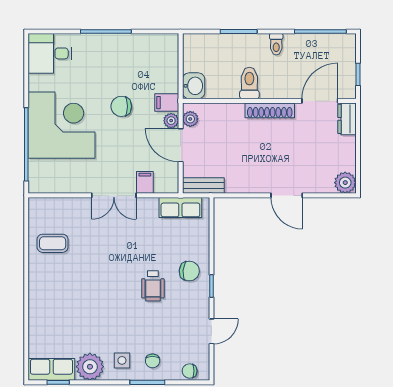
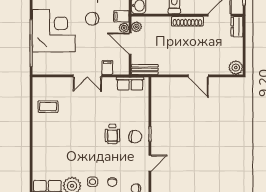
chair: (189, 271) -> (135, 137), moved

